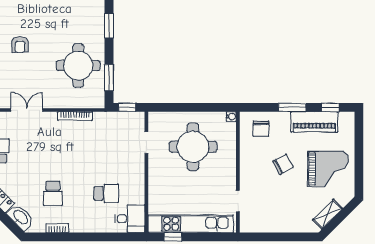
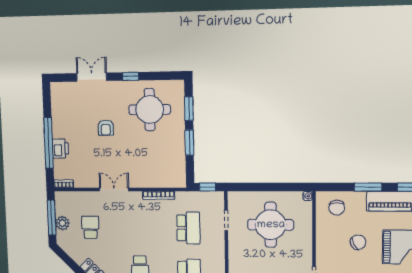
round table: (78, 66) -> (150, 110), moved
window: (109, 78) -> (189, 143), moved
school desk: (106, 151) -> (188, 228), added

